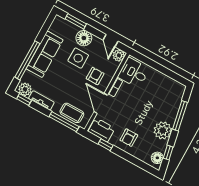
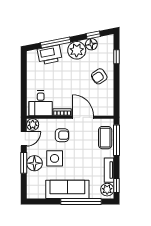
window: (76, 21) -> (24, 163), moved
armchair: (95, 76) -> (62, 135), turned 180
door: (101, 103) -> (83, 117), swing flipped
printer: (101, 130) -> (50, 55), moved, turned -101
armchair: (129, 138) -> (99, 76), turned 146
window: (106, 145) -> (116, 57), moved
floor lamp: (157, 158) -> (91, 44), moved

